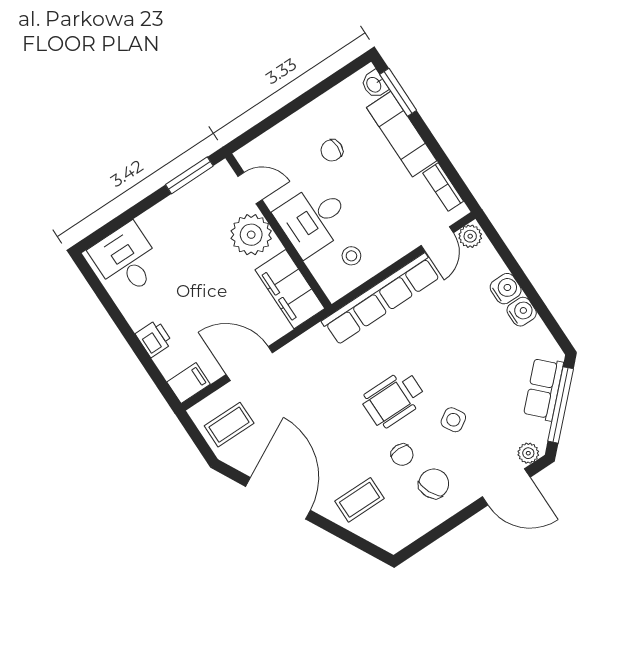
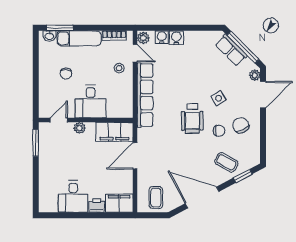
plant: (251, 235) -> (79, 128), width x0.53, depth x0.53
stool: (351, 256) -> (119, 68), moved
desk: (126, 260) -> (73, 197), moved, turned -90
water cooler: (522, 312) -> (162, 37), moved
door: (249, 364) -> (135, 156), moved
filing cabinet: (189, 383) -> (119, 203), width x2.00
coffee table: (359, 500) -> (226, 162), turned -61
window: (355, 540) -> (243, 176), added

